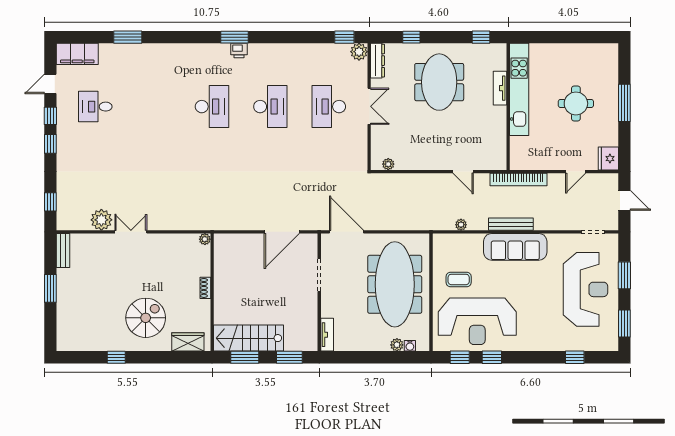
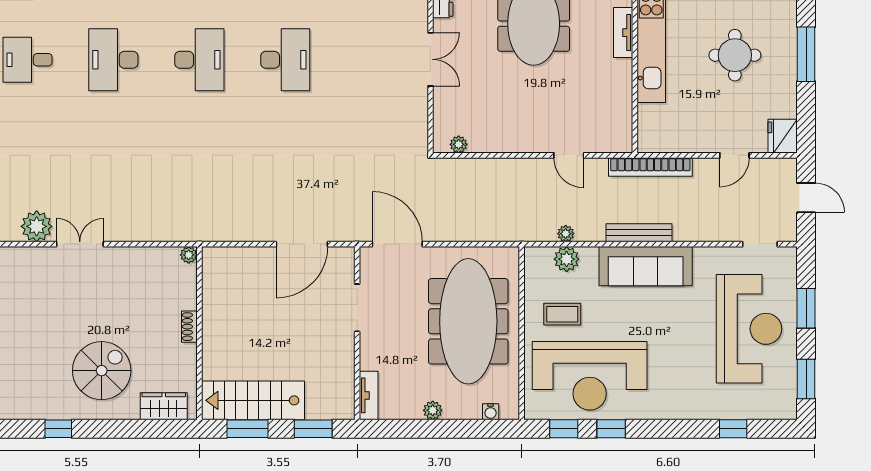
desk: (329, 107) -> (113, 60), moved
plant: (462, 242) -> (567, 259), added
plant: (397, 345) -> (433, 410), moved

